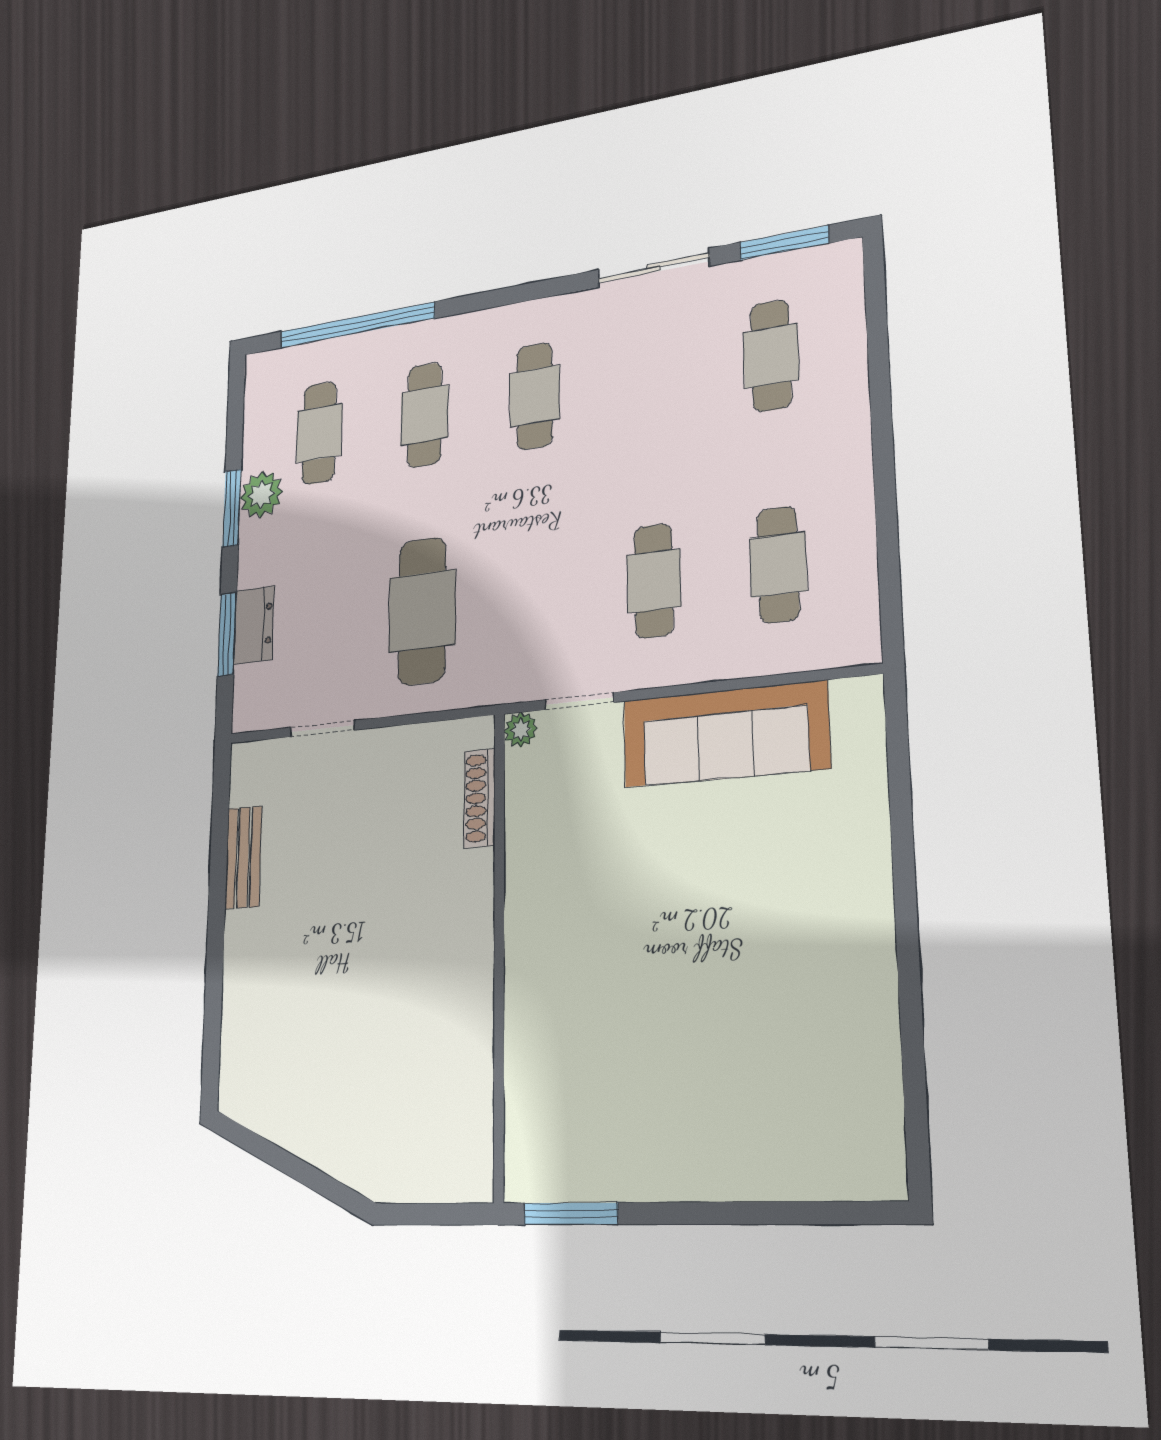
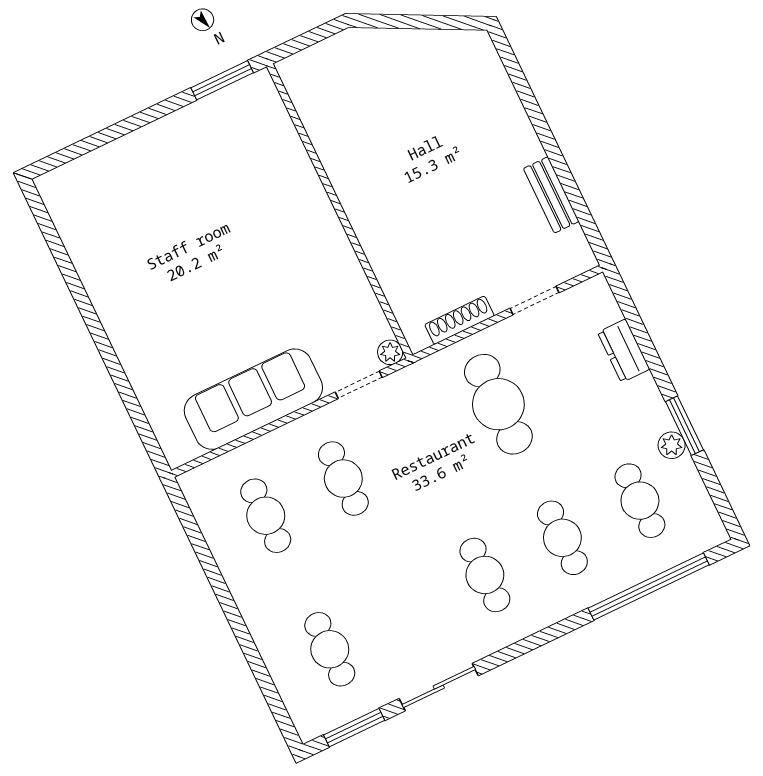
plant: (261, 495) -> (672, 445), width x0.73, depth x0.73
window: (227, 634) -> (642, 337), removed
shoe rack: (480, 798) -> (459, 320), moved, turned -90

